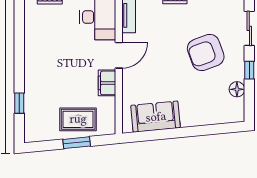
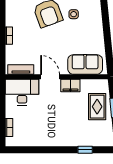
side table: (204, 87) -> (74, 14), added
sofa: (156, 117) -> (85, 64), moved, turned 96

